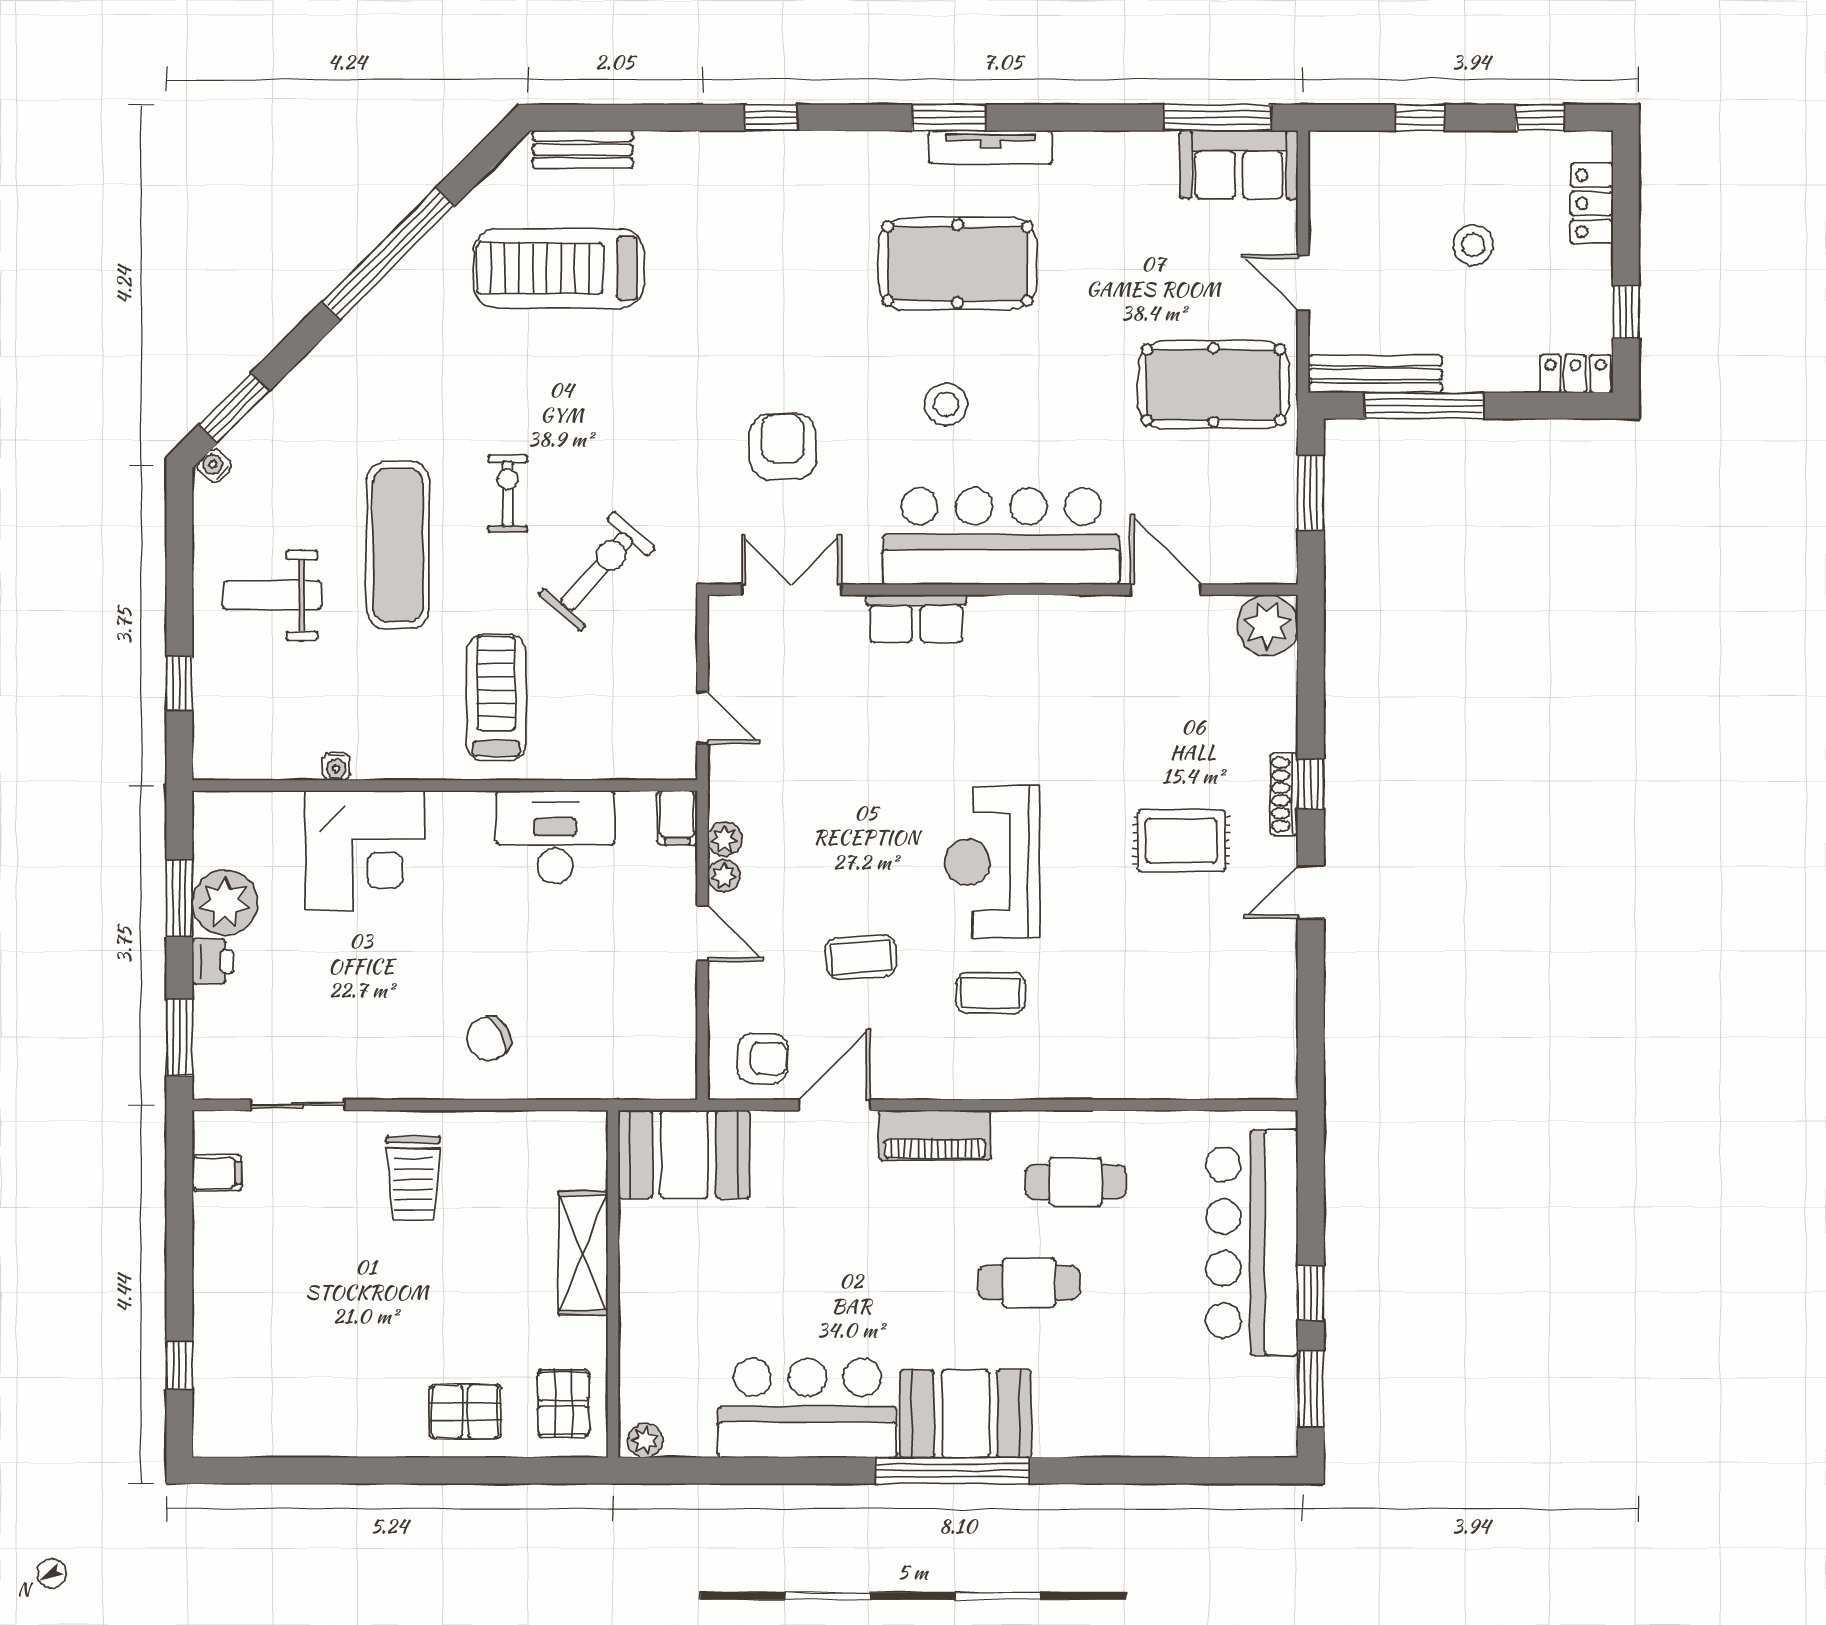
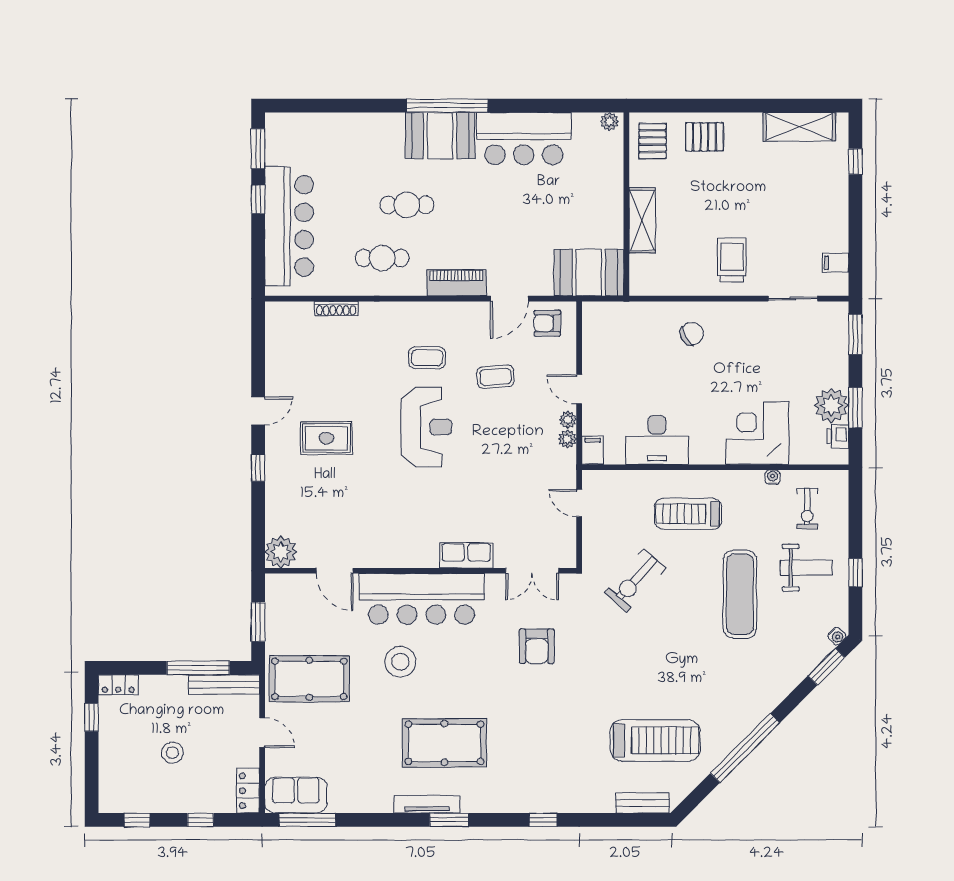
locker: (1592, 203) -> (248, 791), moved, turned 180
stool: (946, 404) -> (400, 662), moved, width x1.38, depth x1.38
exercise bike: (508, 494) -> (807, 509), moved
window: (179, 683) -> (855, 573), moved
treadmill: (496, 698) -> (688, 514), turned 90
shoe rack: (1284, 794) -> (336, 309), moved, turned 90
printer: (213, 961) -> (838, 436), moved
shelving: (286, 1430) -> (799, 127), added

